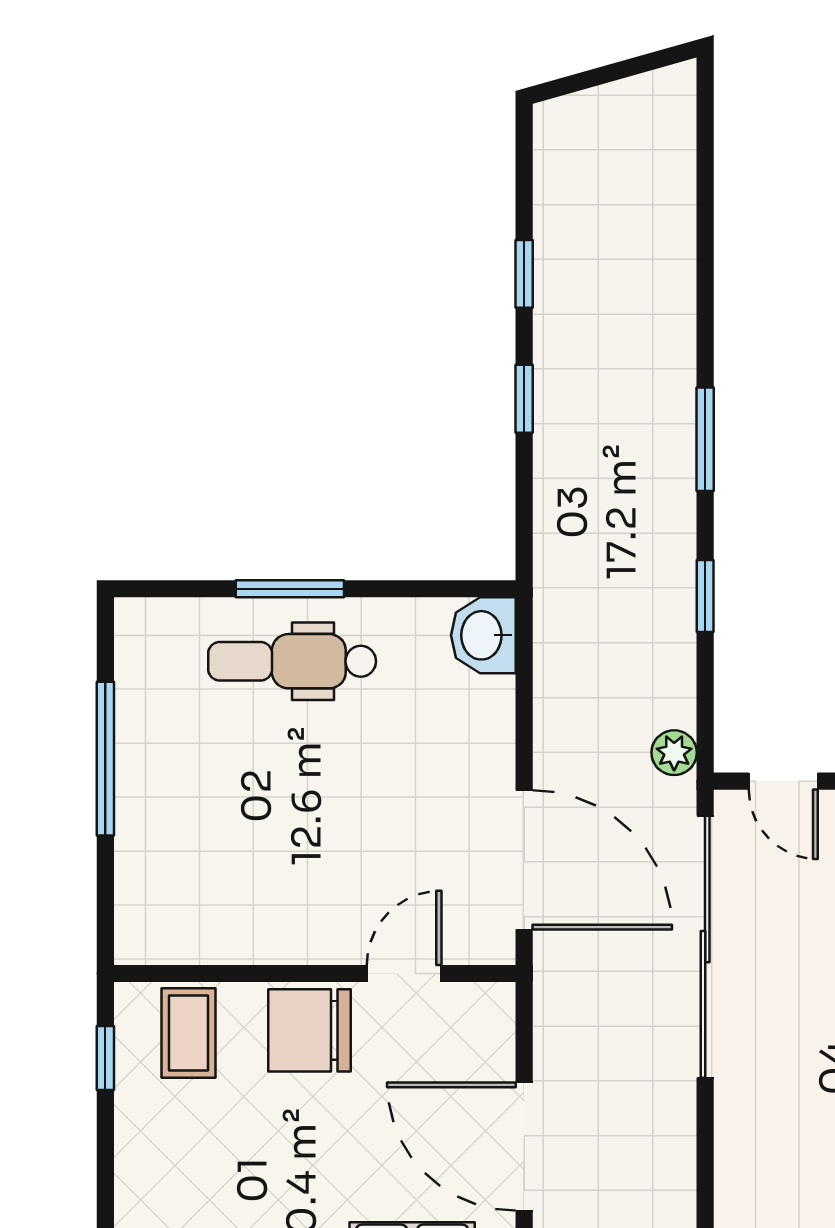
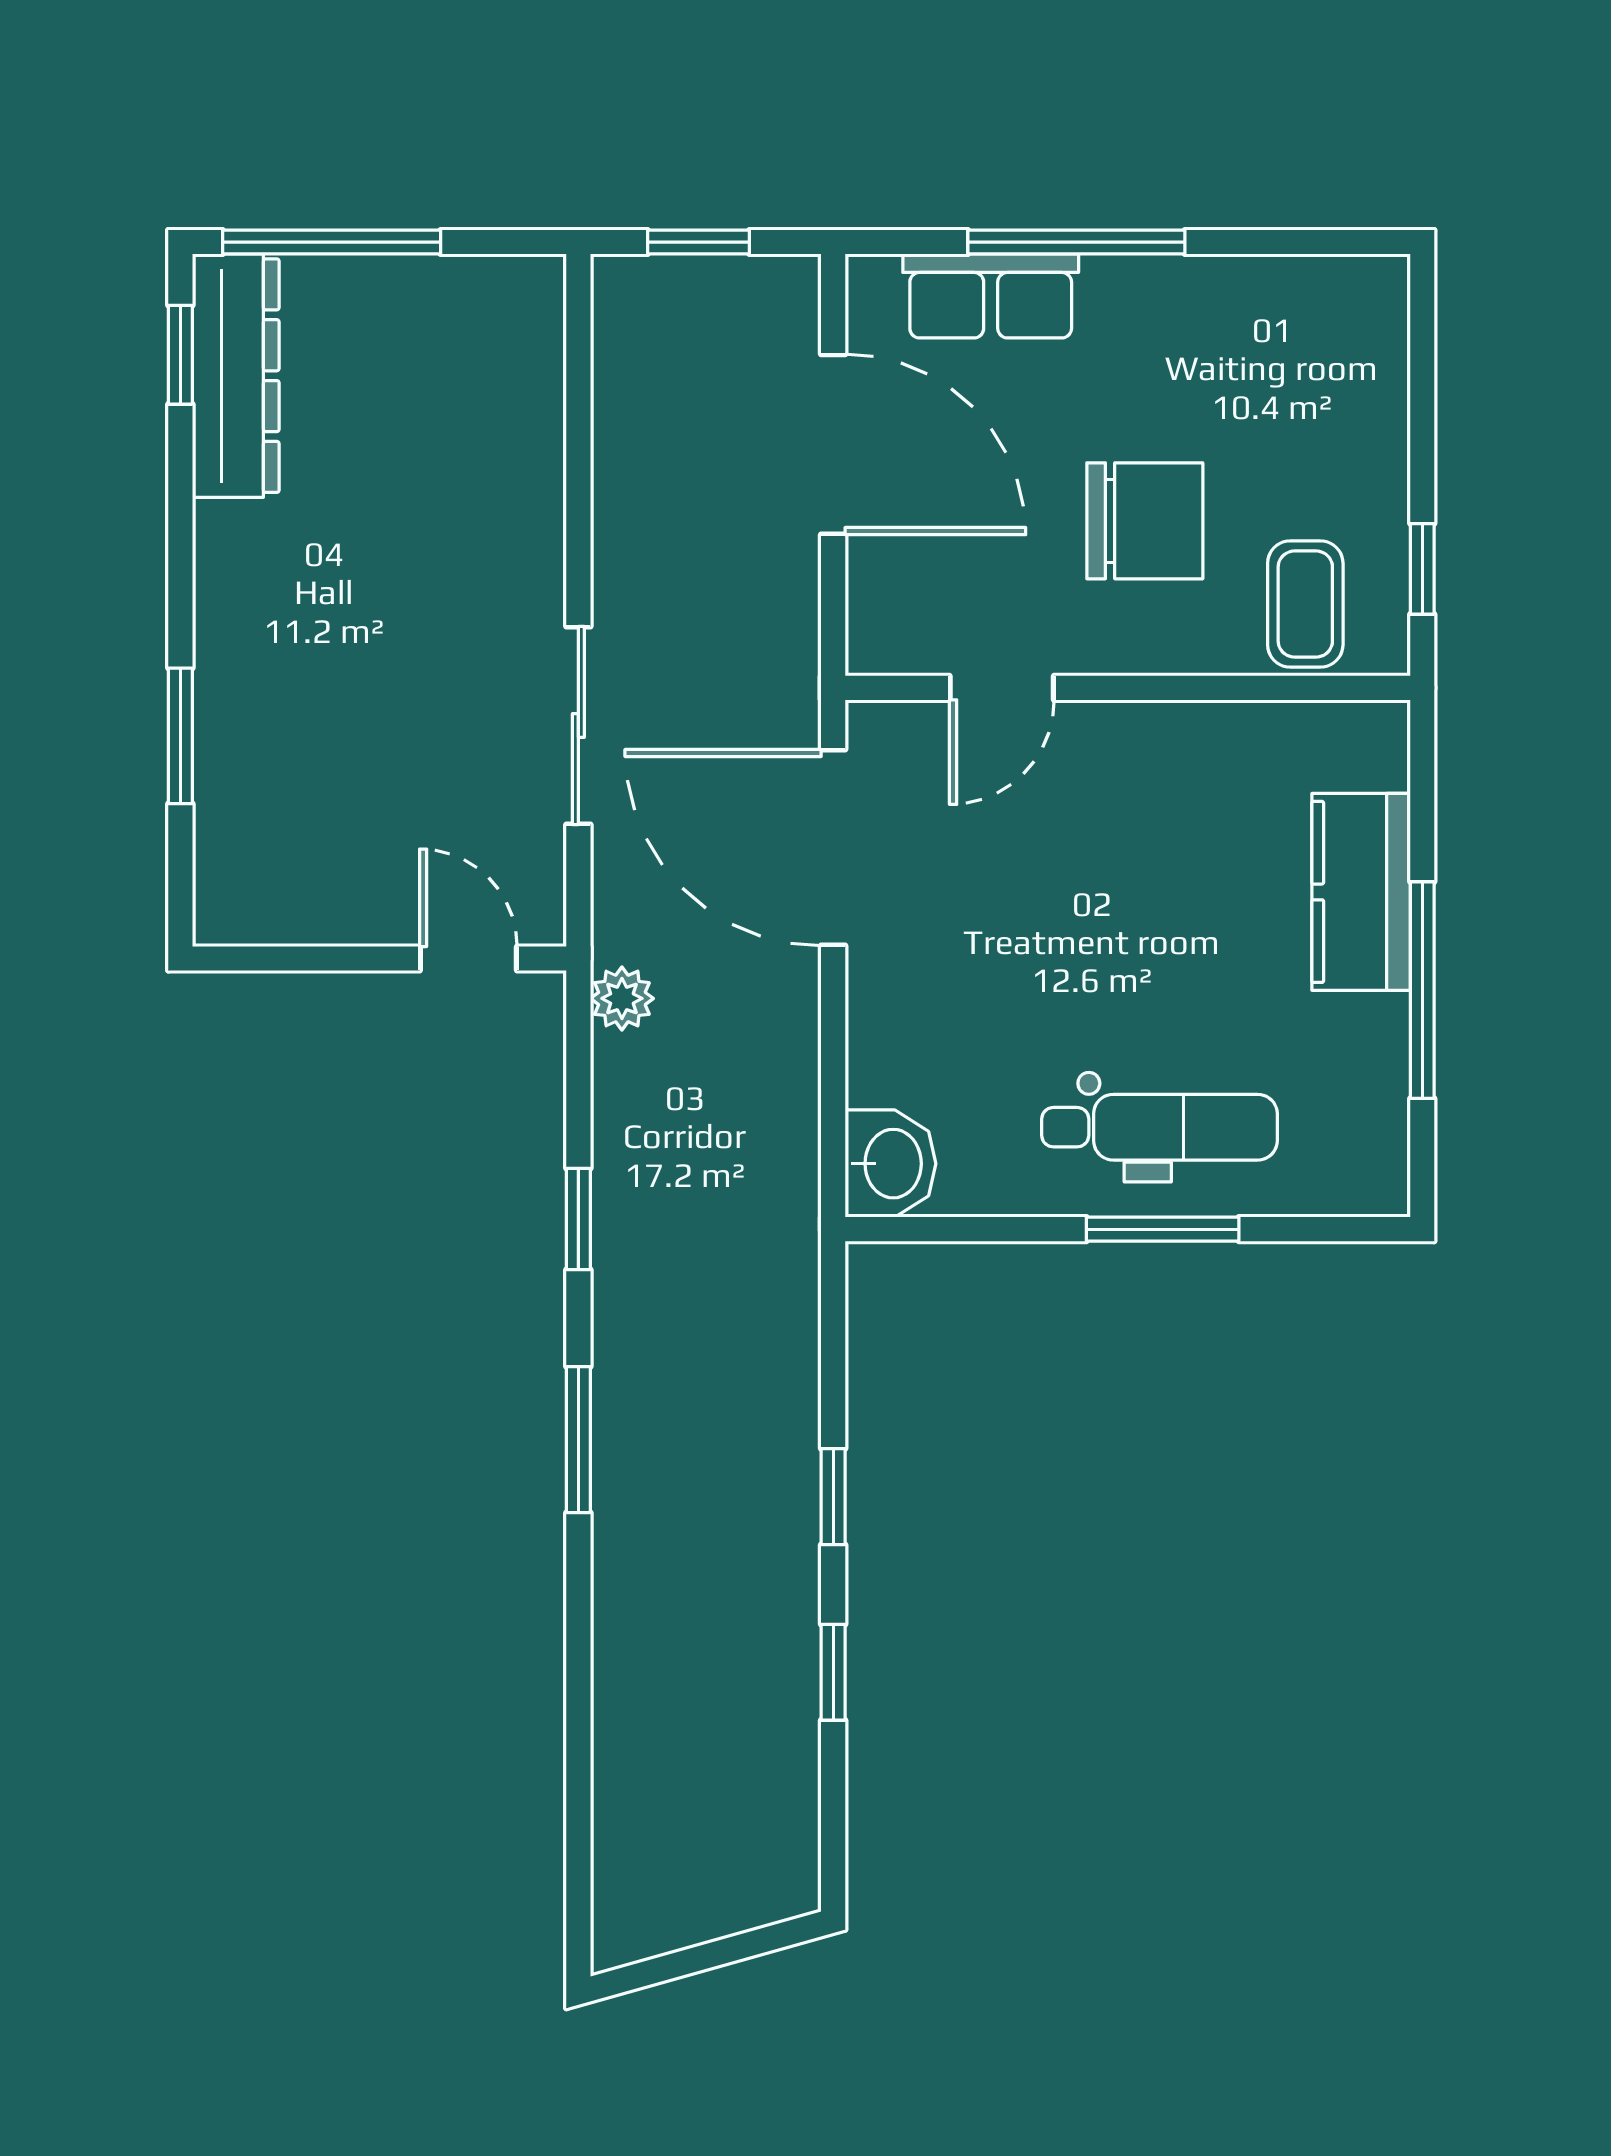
kitchen counter: (149, 828) -> (1361, 892), added
sliding door: (705, 947) -> (578, 726), width x0.54
chair: (309, 1030) -> (1145, 521), moved

